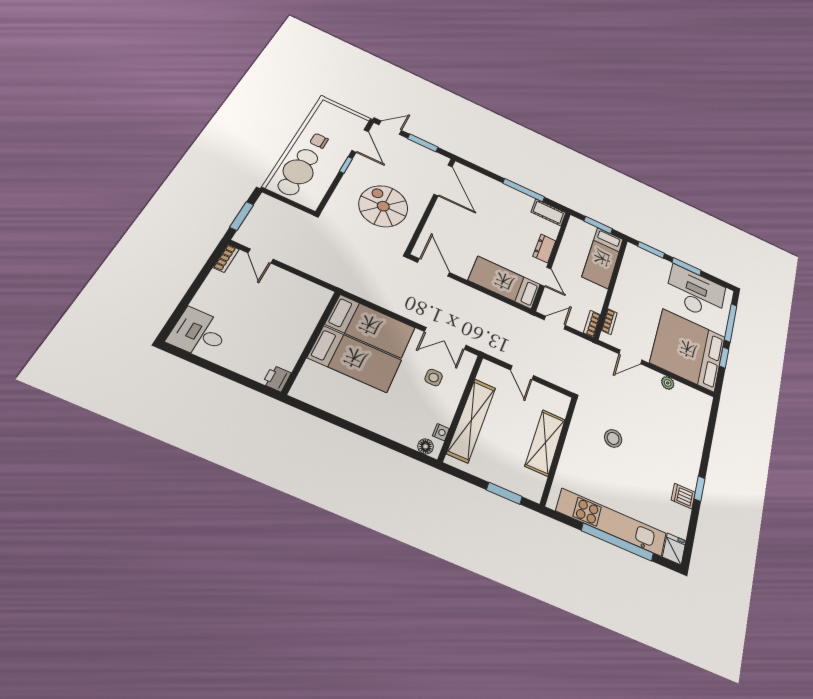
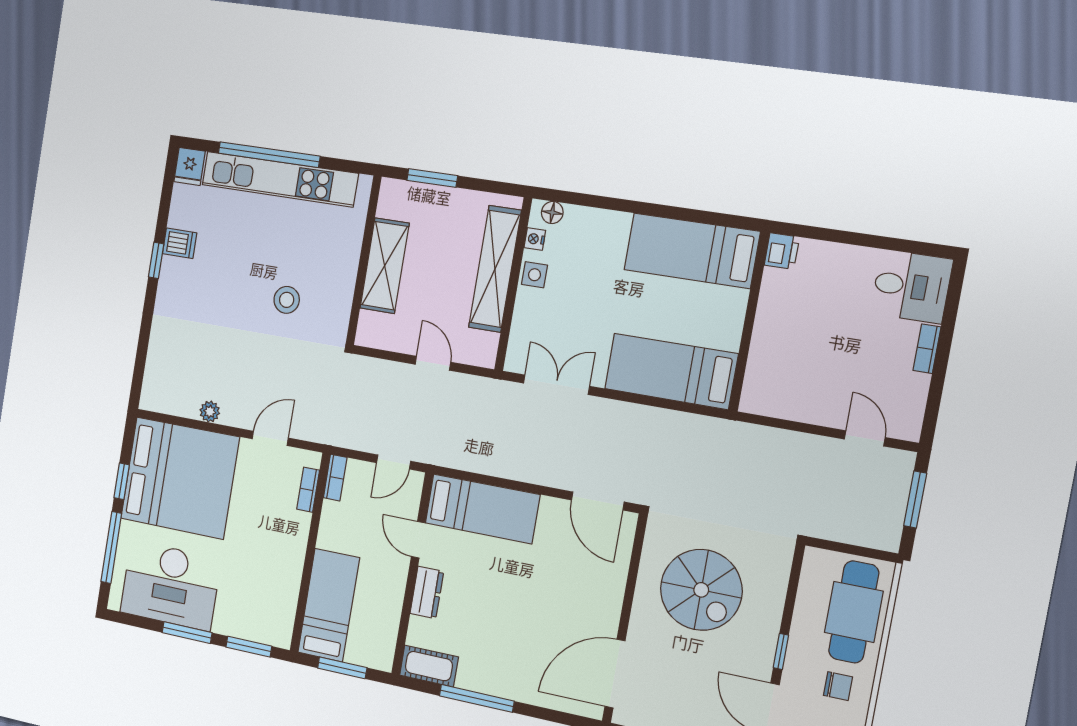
door: (443, 180) -> (615, 674), hinge flipped
bookcase: (226, 258) -> (927, 349), moved
bed: (355, 359) -> (692, 251), moved
side table: (434, 377) -> (535, 275), moved

